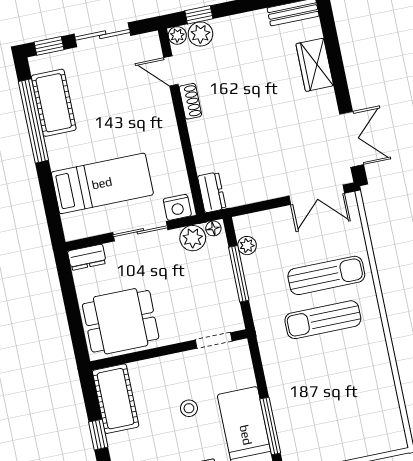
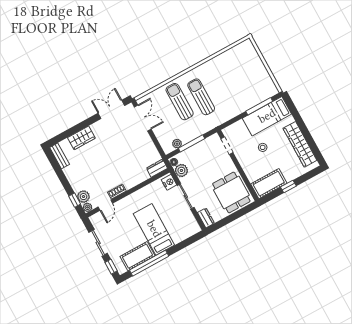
bed: (102, 183) -> (154, 229), moved
sun lounger: (323, 320) -> (201, 97), turned 180

